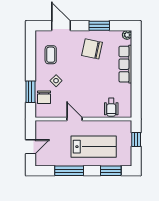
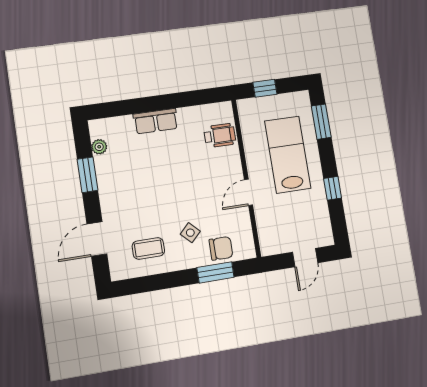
plant: (127, 35) -> (99, 147), moved
chair: (92, 49) -> (128, 181), removed
row of seats: (125, 64) -> (156, 121), width x0.68
door: (30, 147) -> (305, 258), swing flipped
window: (69, 171) -> (333, 188), width x0.46

